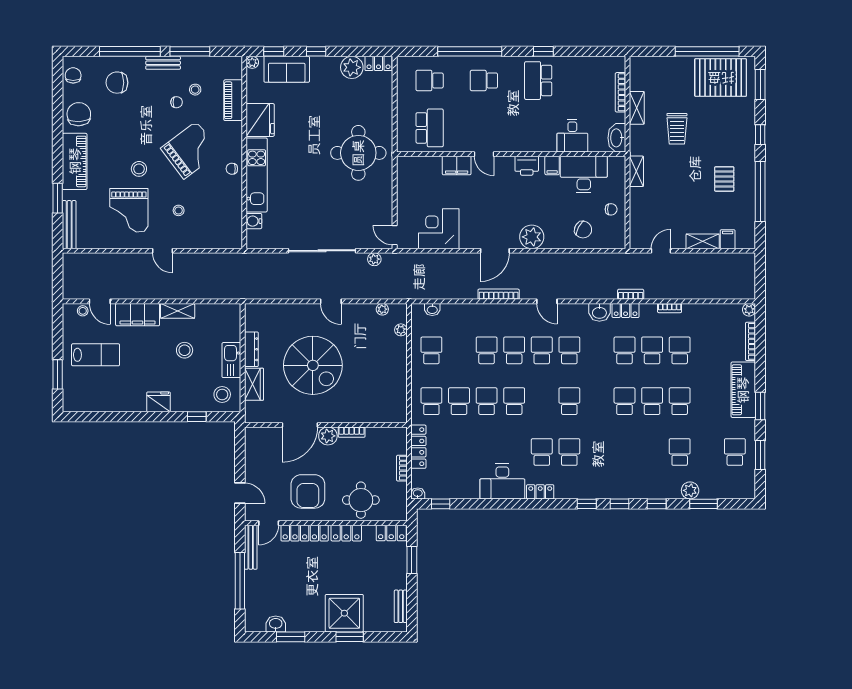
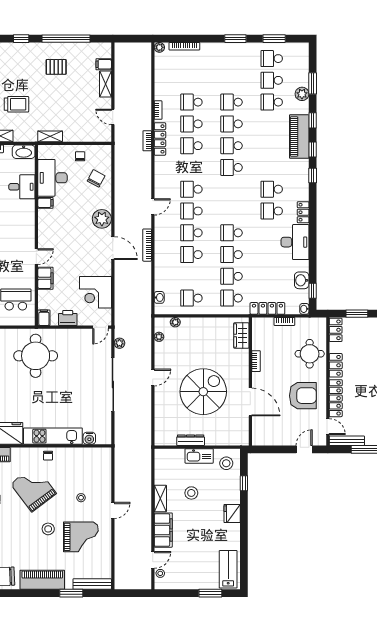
filing cabinet: (407, 163) -> (44, 318), added
printer: (527, 166) -> (68, 318), moved, turned -90
locker: (626, 310) -> (160, 139), width x1.53
washbasin: (599, 312) -> (302, 280), moved, turned 180
lab bench: (96, 355) -> (228, 569), moved
wardrobe: (254, 384) -> (241, 336), moved, turned -90
piano: (743, 390) -> (299, 137), moved, turned 90
school desk: (569, 401) -> (232, 167), moved
plant: (328, 436) -> (259, 380), removed
school desk: (707, 452) -> (272, 80), added

